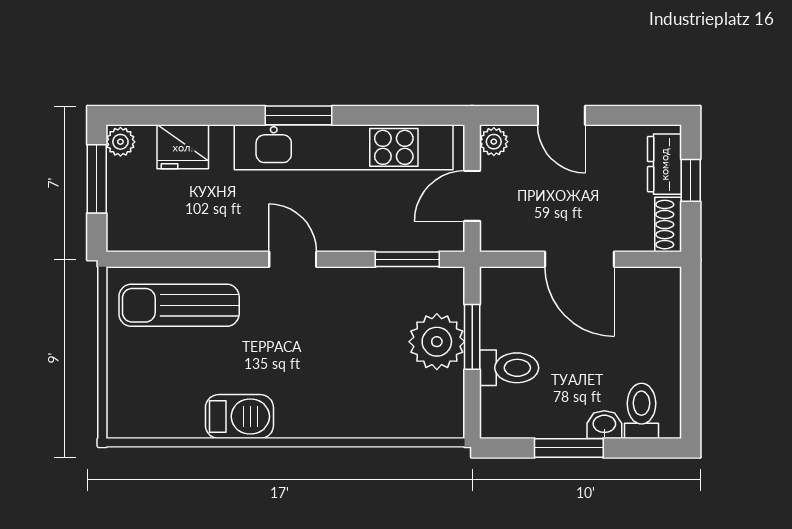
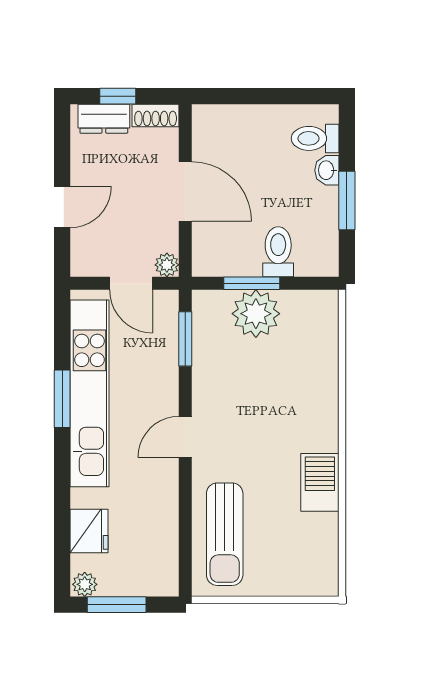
window: (299, 115) -> (62, 399), moved
plant: (494, 142) -> (167, 265), moved
door: (580, 259) -> (185, 191), hinge flipped

